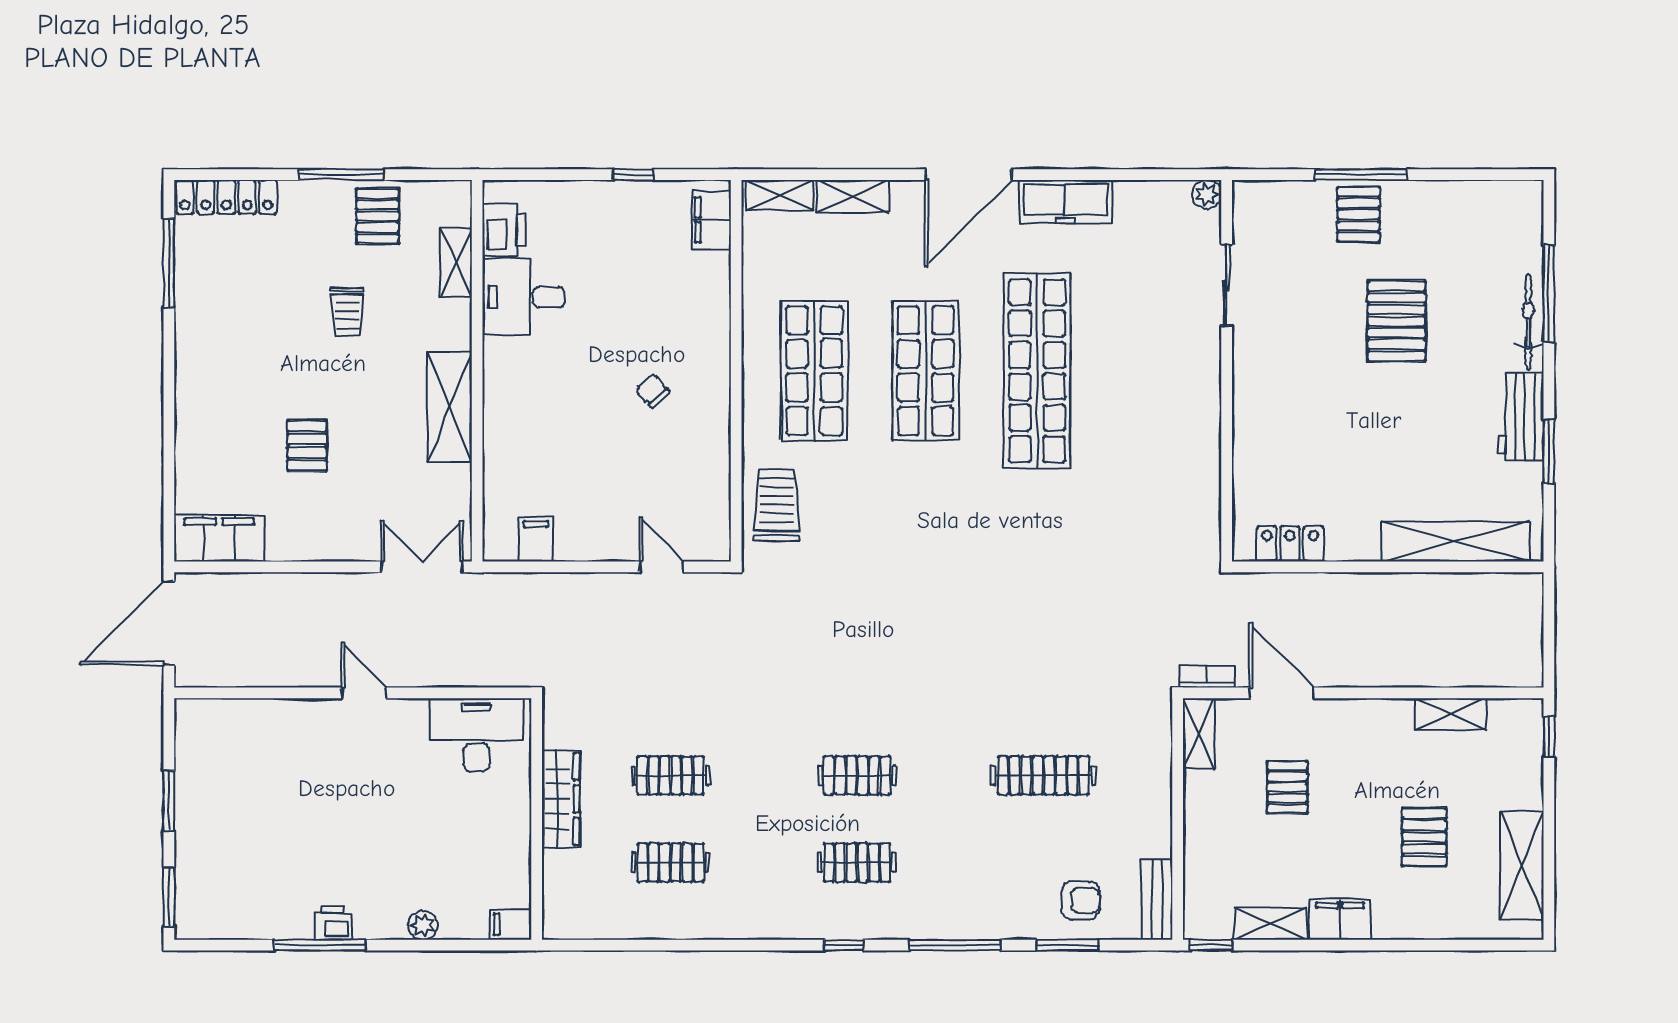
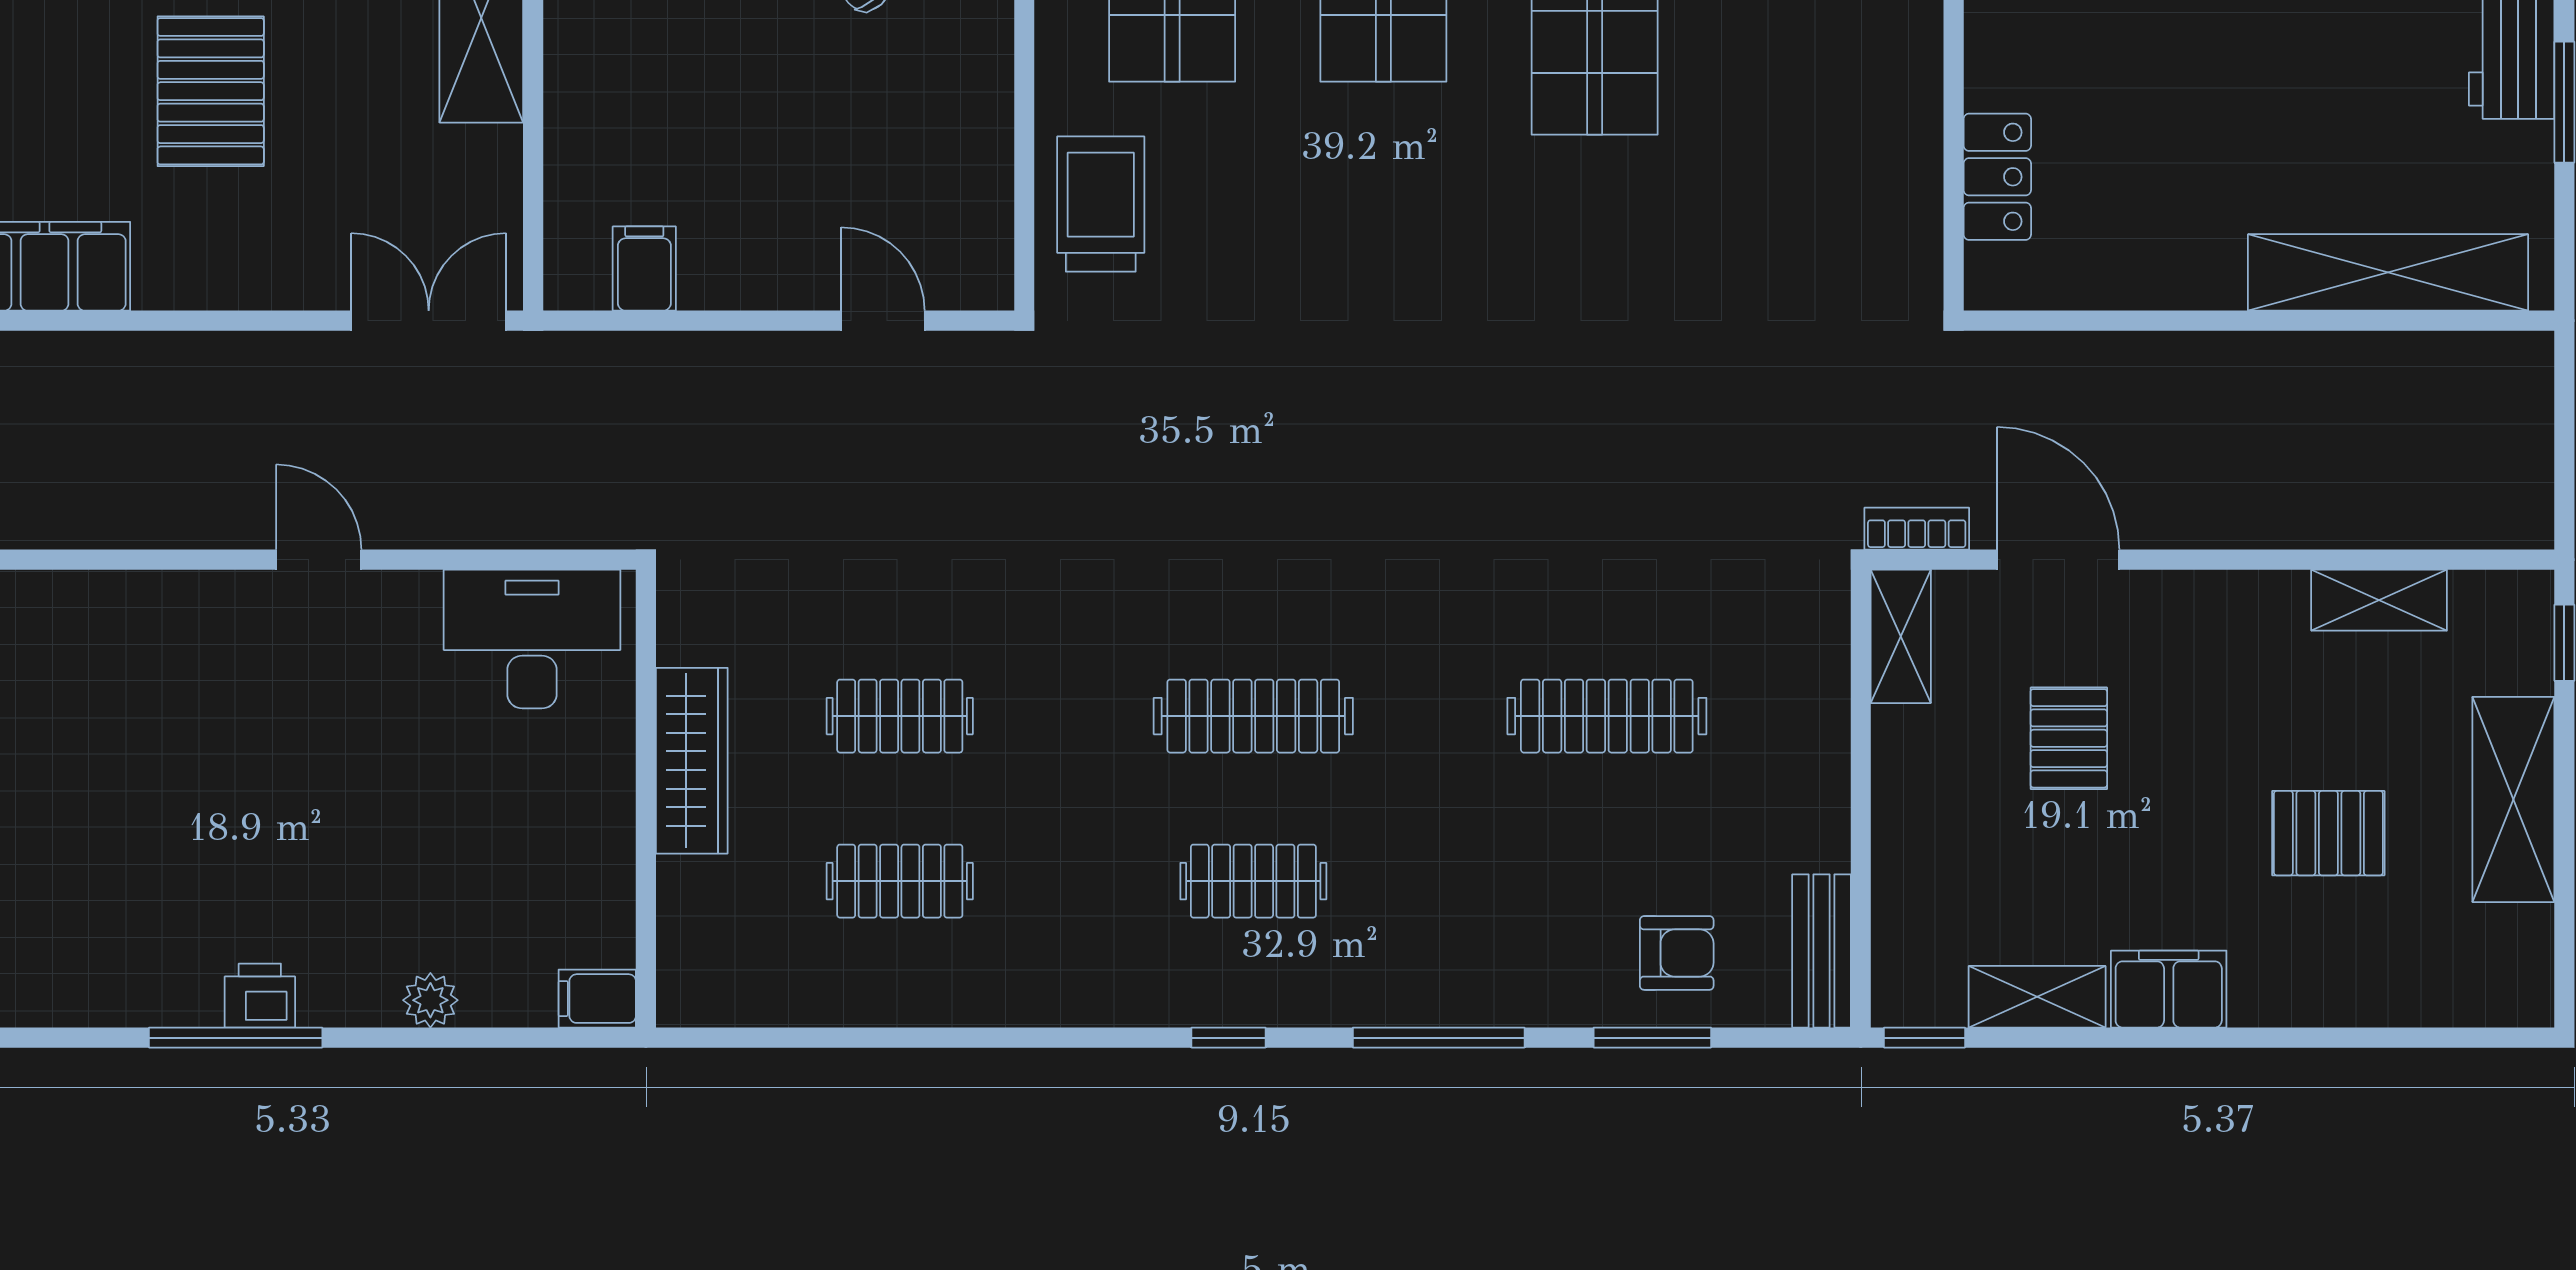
pallet: (307, 446) -> (211, 91), width x1.50, depth x1.42
locker: (1290, 544) -> (1997, 177), moved, turned 90
clothes rail: (857, 775) -> (1253, 716), width x1.36
pallet: (1424, 837) -> (2328, 833), turned 90
shelving: (1522, 865) -> (2513, 799), moved

